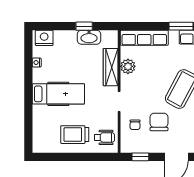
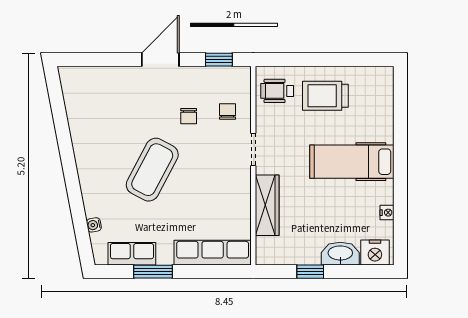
washbasin: (89, 37) -> (340, 254), moved
plant: (128, 66) -> (239, 206), removed
chair: (159, 122) -> (189, 116), width x0.54, depth x0.54
trolley: (75, 135) -> (325, 96), turned 180

